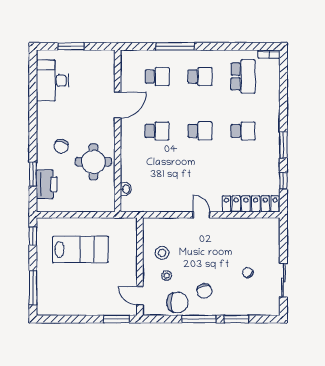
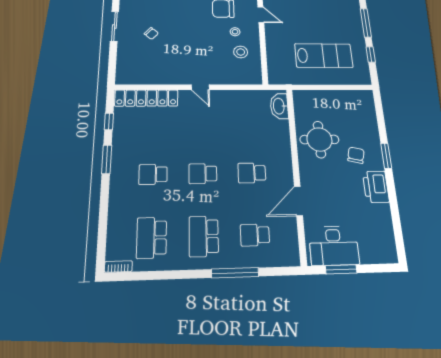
window: (71, 46) -> (341, 269), moved
school desk: (200, 77) -> (204, 236), width x1.85
desk: (53, 81) -> (334, 246), moved, turned 90
window: (33, 174) -> (386, 156), moved
printer: (47, 184) -> (376, 187), moved
washbasin: (126, 189) -> (279, 106), width x1.91, depth x1.45
window: (33, 236) -> (371, 54), moved
lab bench: (80, 250) -> (324, 56), turned 180
chair: (204, 291) -> (196, 18), removed

